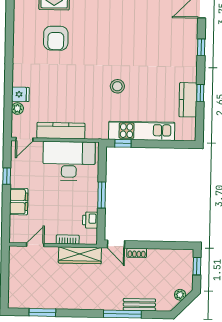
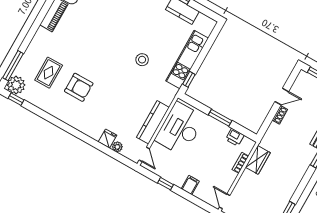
filing cabinet: (19, 202) -> (190, 185), width x0.50
door: (116, 244) -> (282, 97), moved
door: (35, 245) -> (225, 201), moved
wardrobe: (80, 255) -> (258, 160), width x0.67

